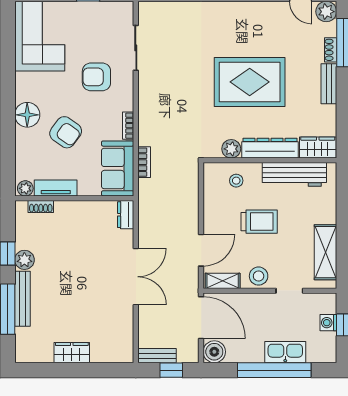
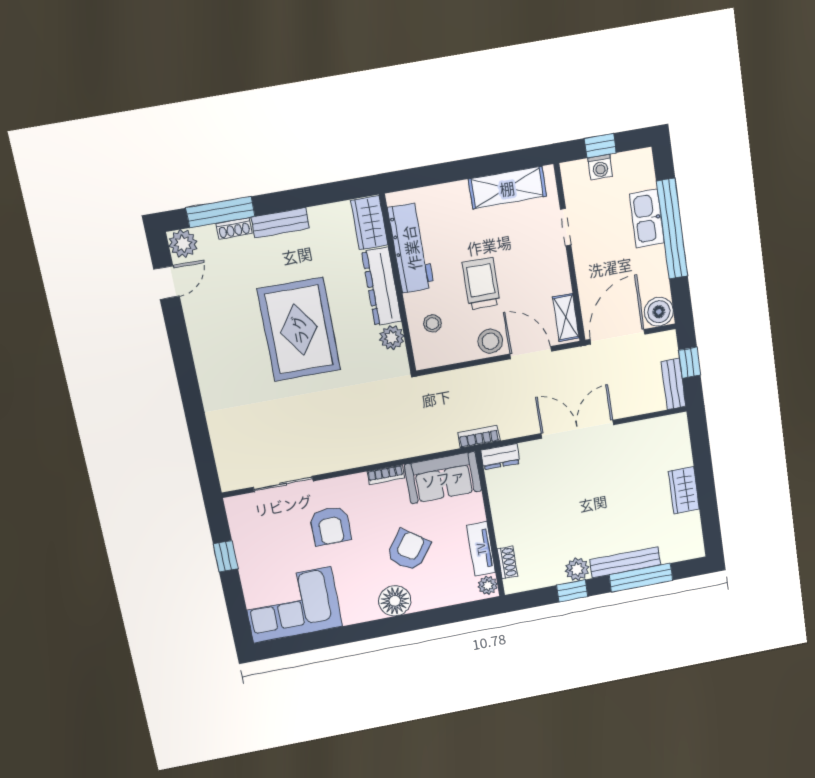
bookcase: (144, 162) -> (479, 437), moved
stool: (259, 276) -> (490, 341), moved

